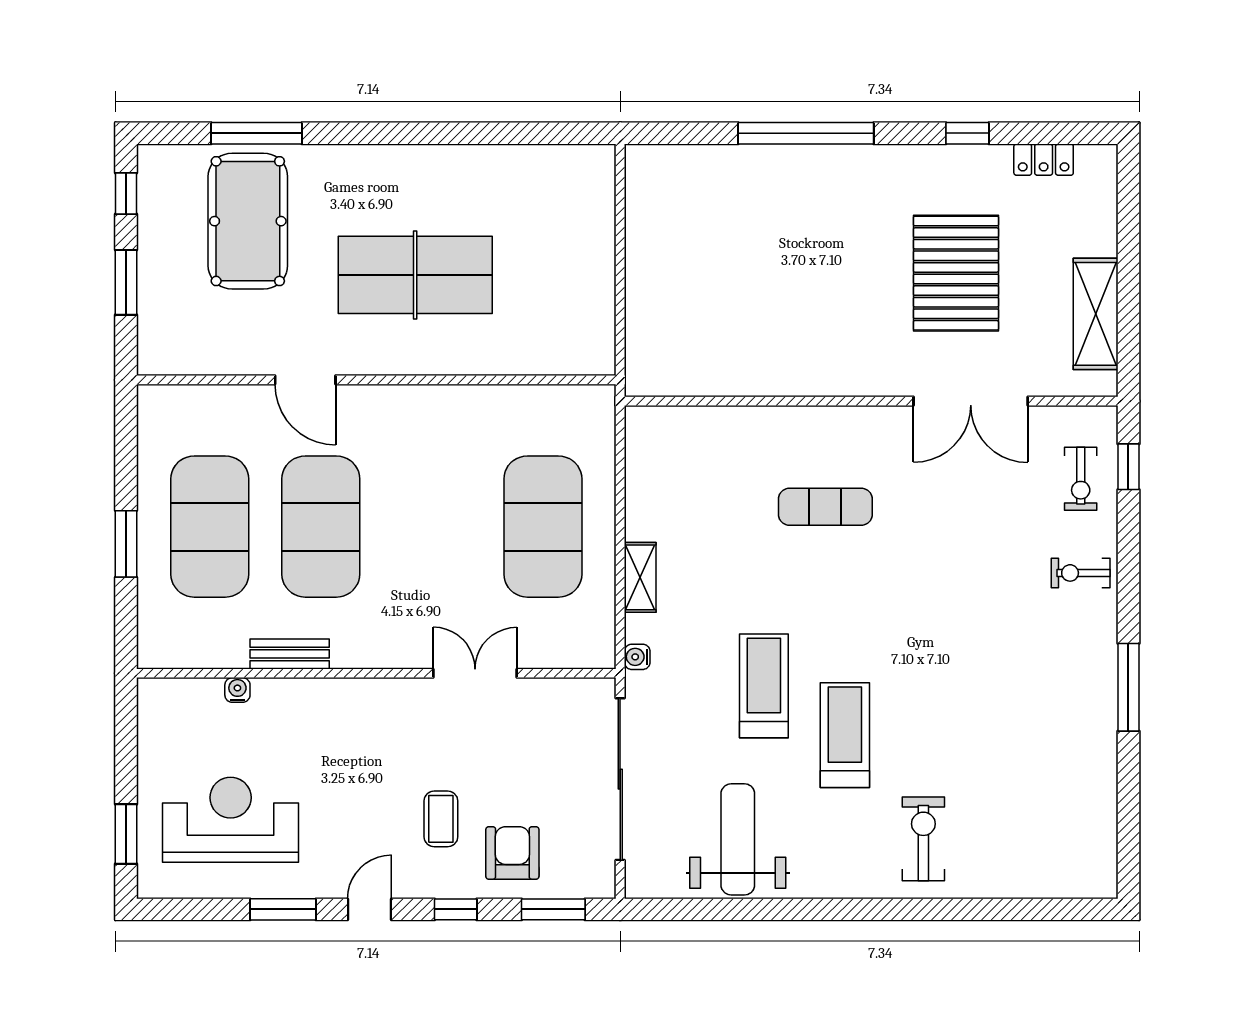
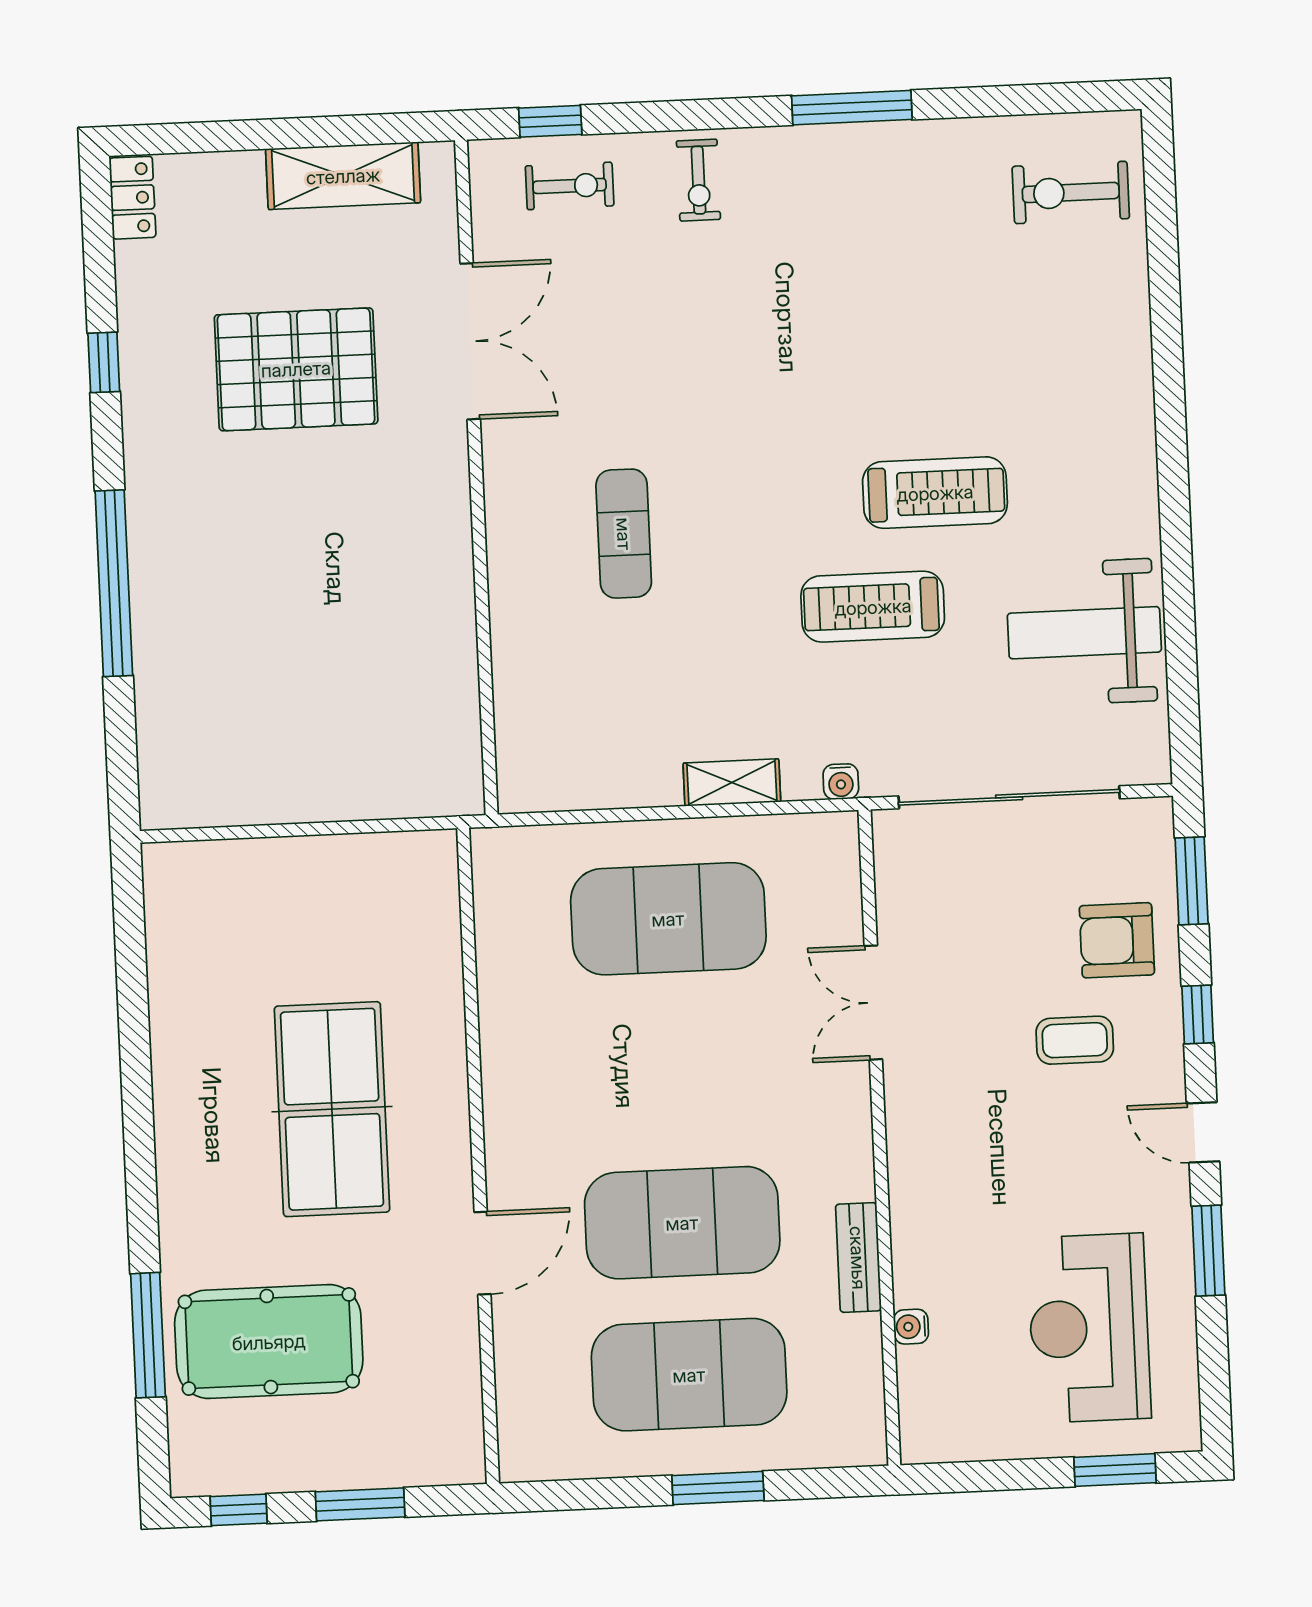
locker: (1044, 160) -> (132, 198), moved
treadmill: (845, 735) -> (935, 493), turned 180
exercise bike: (923, 839) -> (1071, 192), moved

